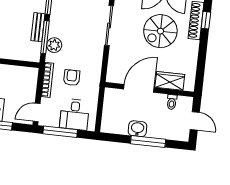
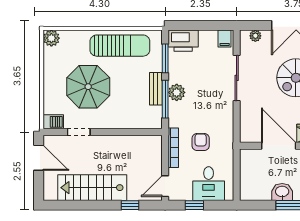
plant: (54, 45) -> (177, 92), moved
door: (139, 88) -> (279, 146), hinge flipped
window: (60, 132) -> (194, 205), width x0.46

